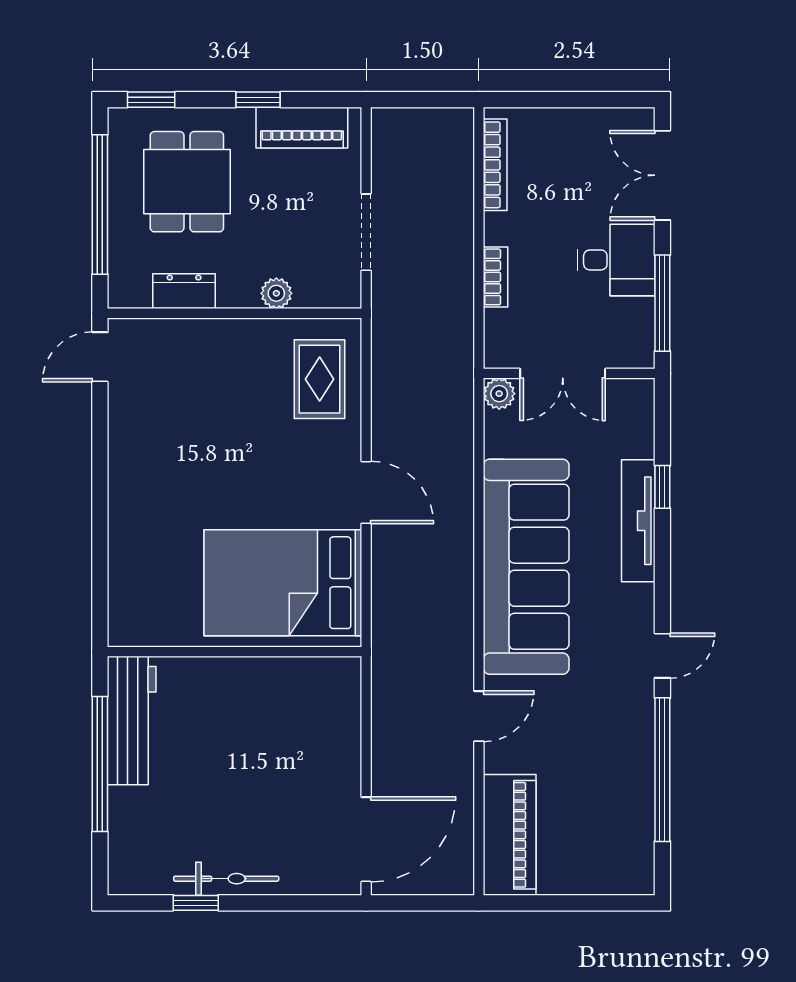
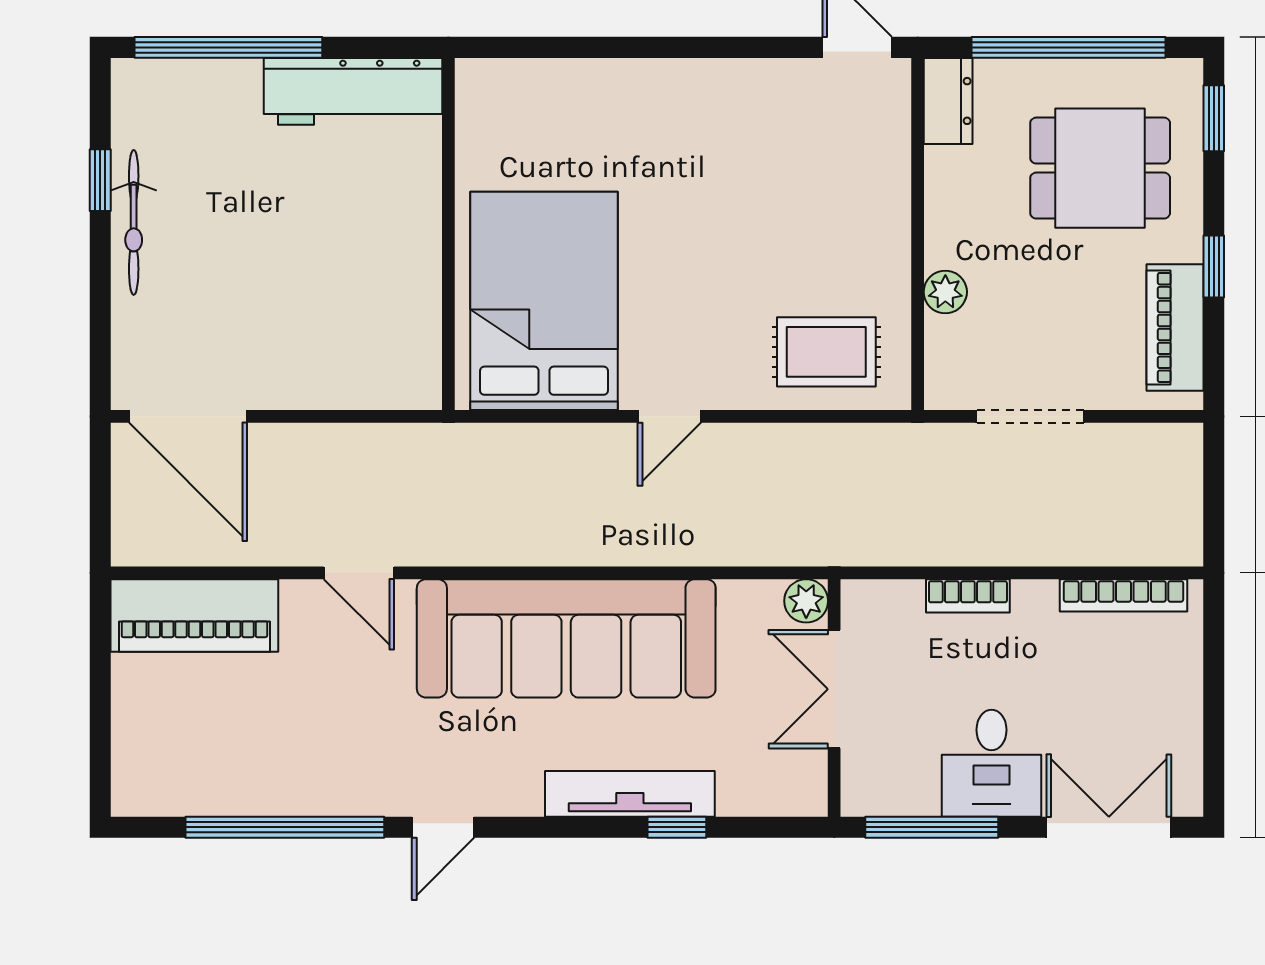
dresser: (184, 291) -> (948, 101), moved
door: (366, 492) -> (669, 416), width x0.73
door: (662, 656) -> (443, 827), hinge flipped
window: (100, 764) -> (228, 47), moved

